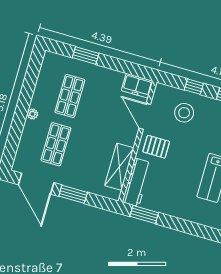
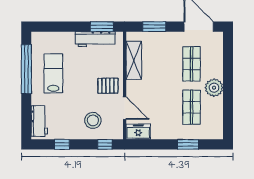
window: (194, 87) -> (105, 144), moved
plant: (33, 114) -> (214, 88), width x1.88, depth x1.88
workbench: (137, 182) -> (95, 39), moved, turned -90
window: (73, 194) -> (154, 27), moved

